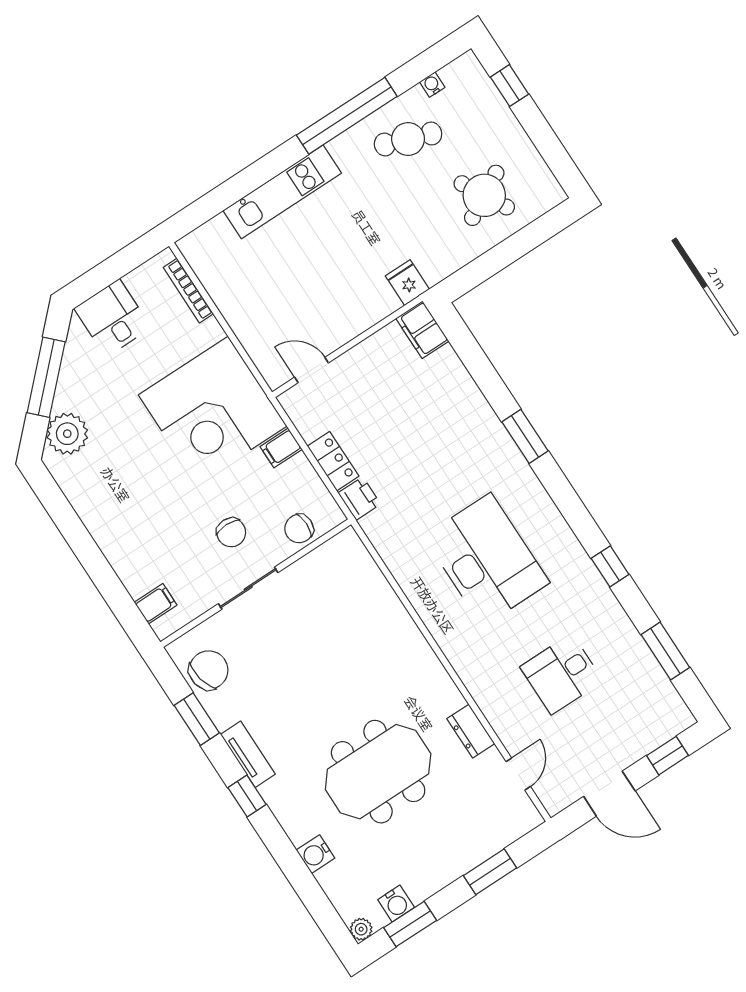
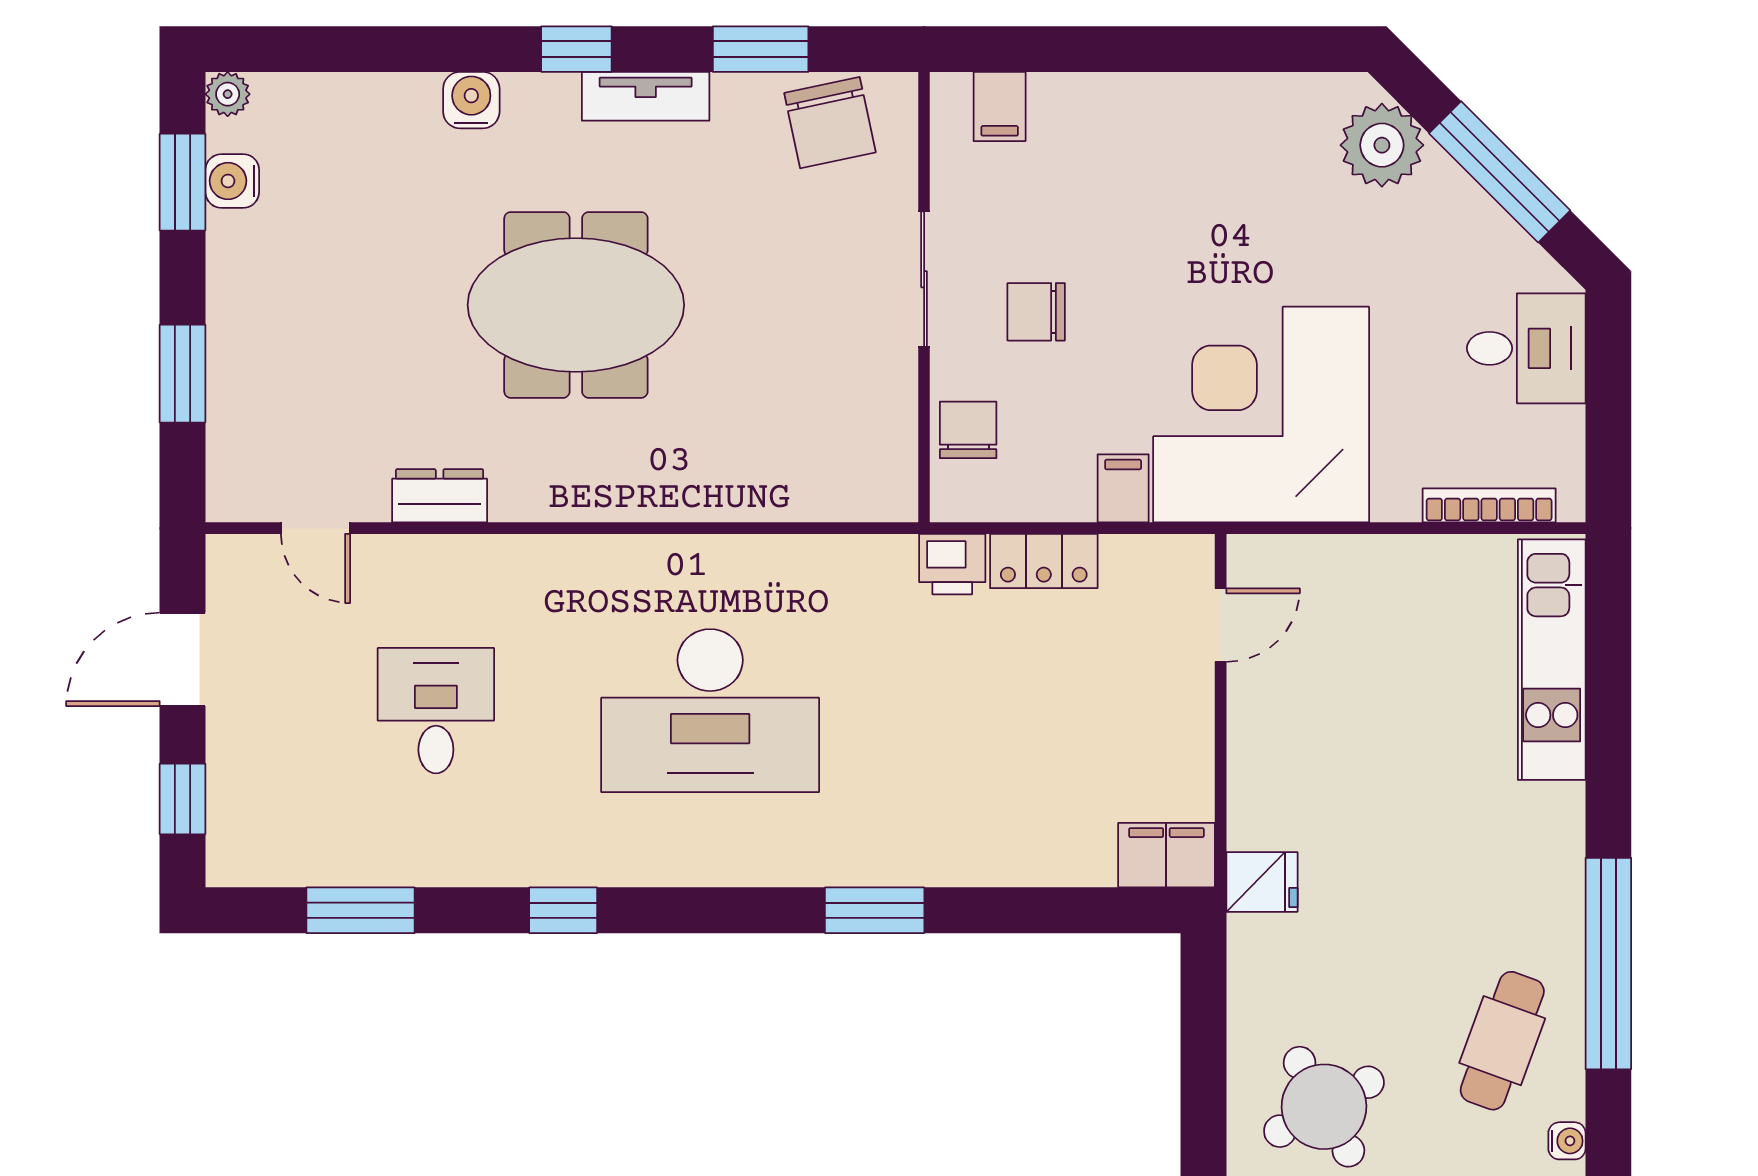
kitchen unit: (282, 192) -> (1552, 660), moved
meeting table: (378, 772) -> (576, 305), moved, turned 90
water cooler: (316, 854) -> (471, 100), moved

